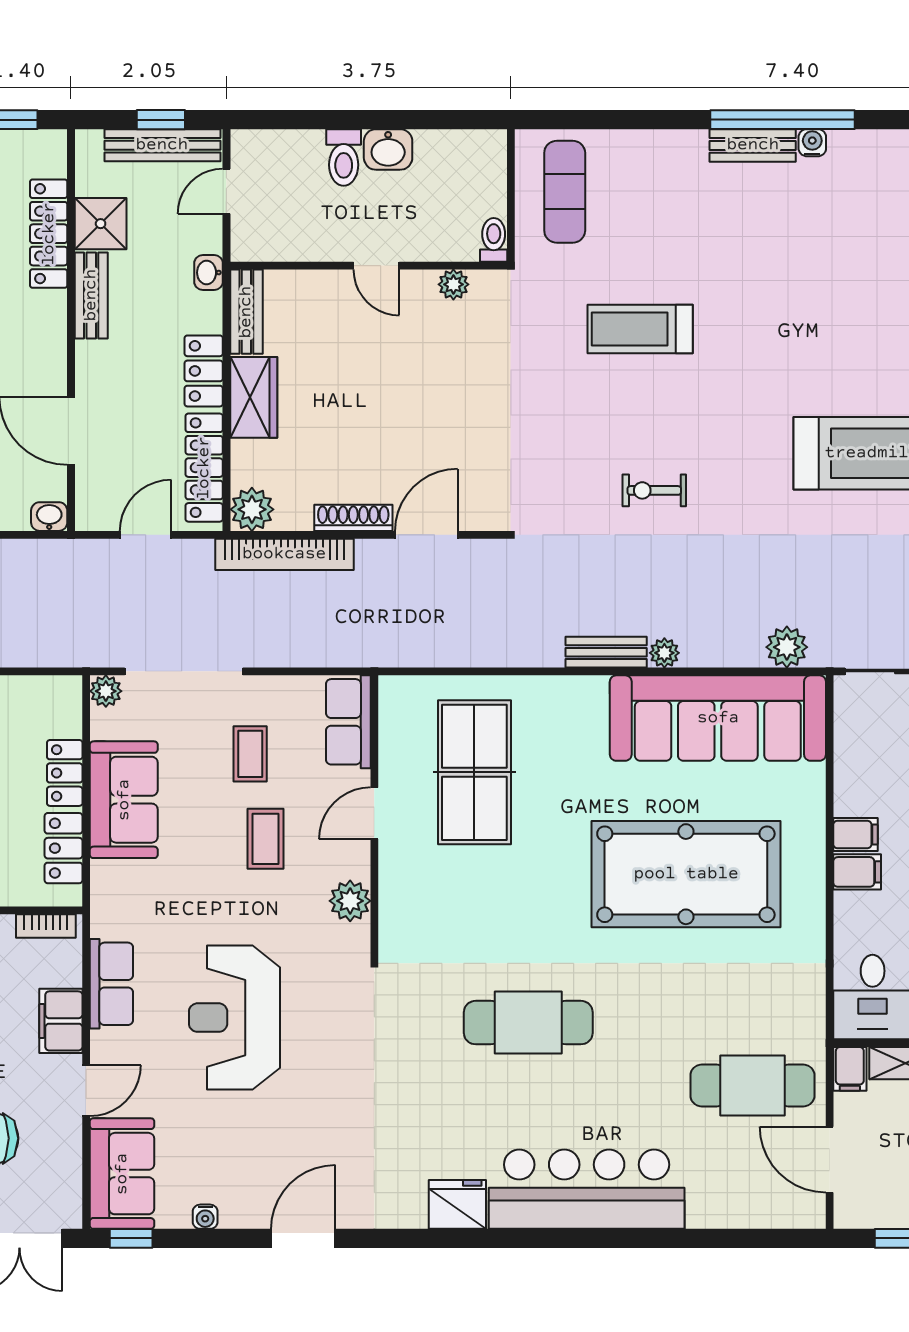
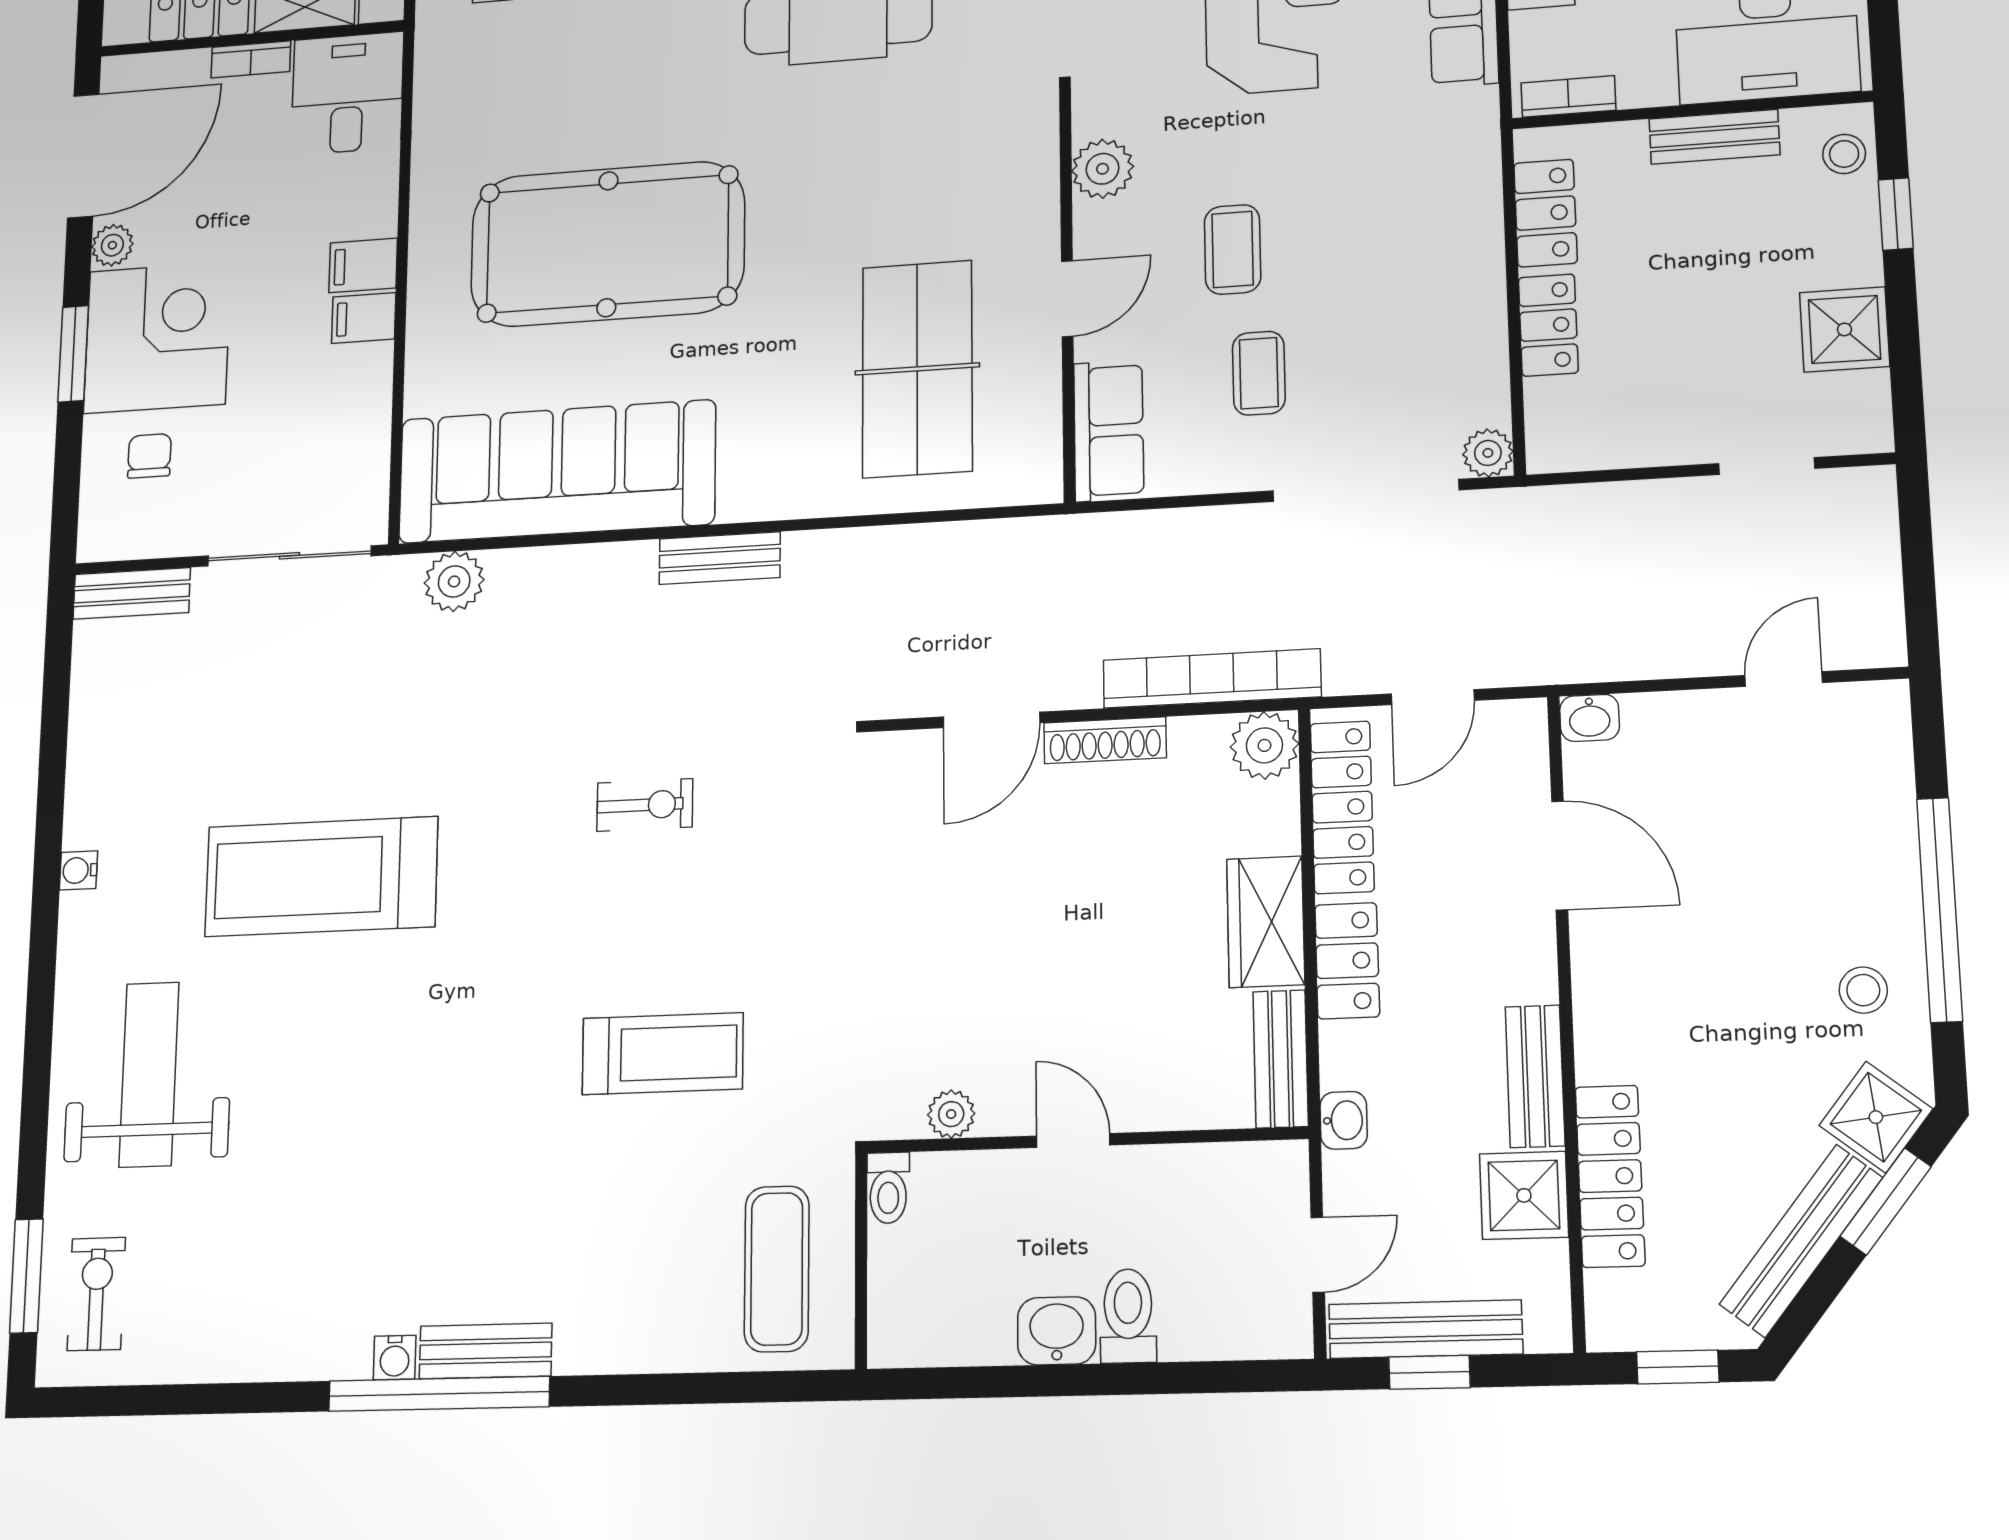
plant: (664, 653) -> (633, 562), removed
sofa: (124, 800) -> (1454, 292), removed

